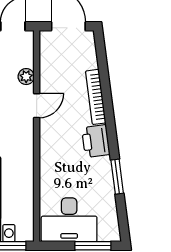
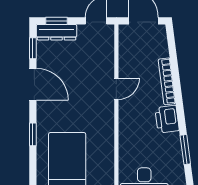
plant: (26, 77) -> (107, 64), removed

